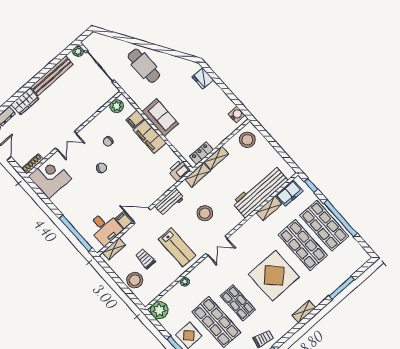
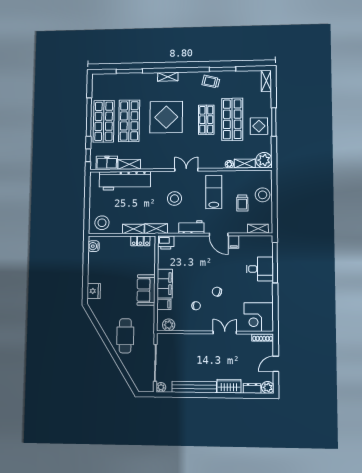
desk: (105, 228) -> (260, 269), moved, turned 90
shelving: (173, 293) -> (245, 164), added

